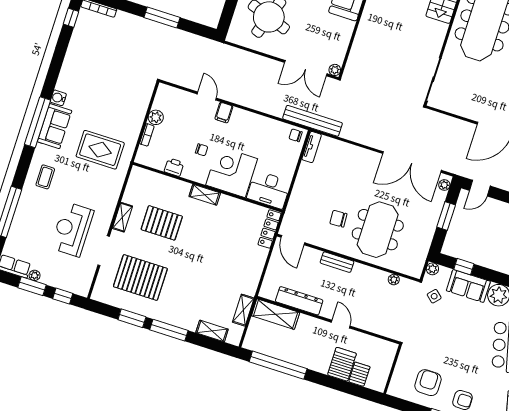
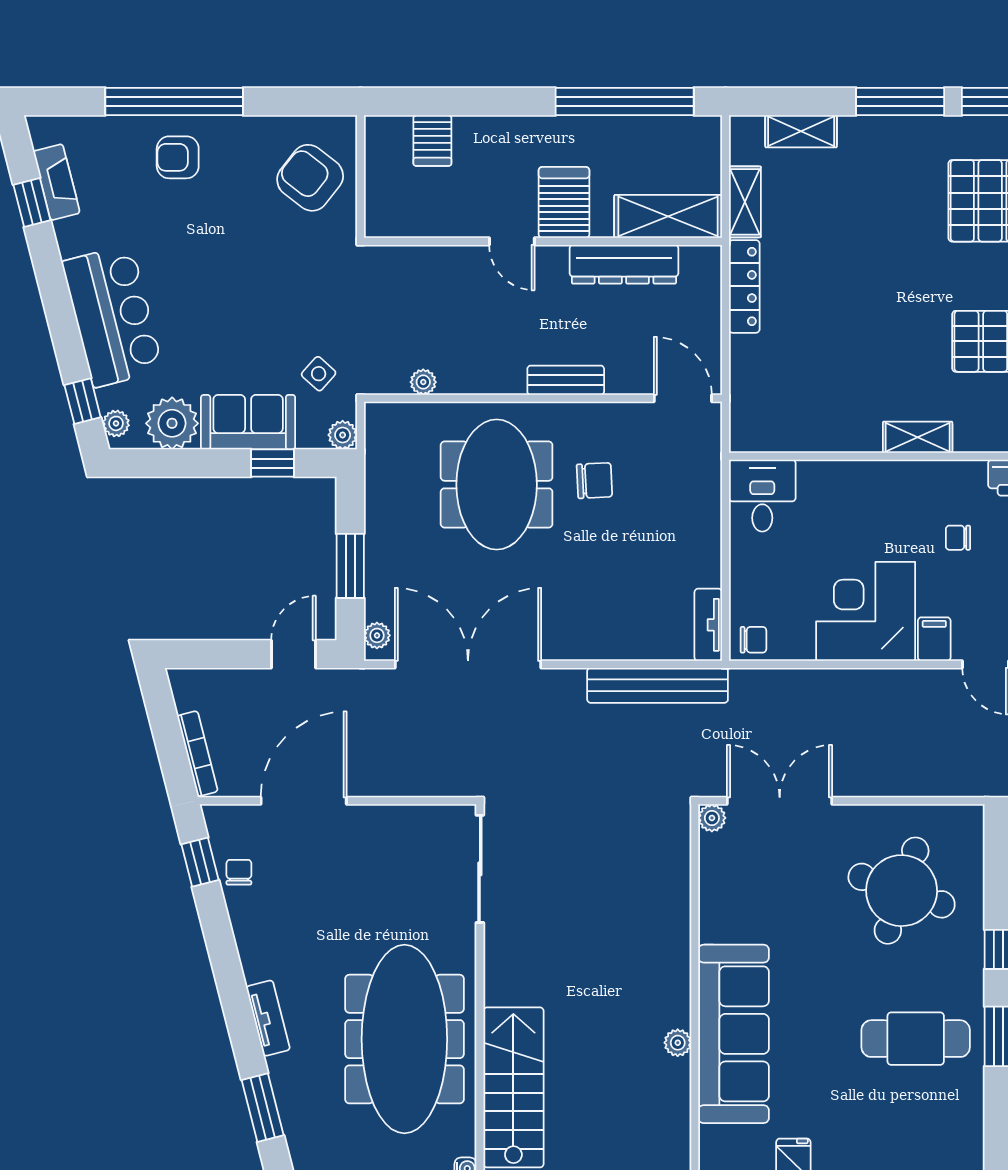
bench: (312, 121) -> (658, 685), moved
corner desk: (232, 172) -> (866, 611), moved, turned 180
desk: (269, 190) -> (762, 496), width x0.73
locker: (270, 229) -> (744, 286), moved
server rack: (342, 364) -> (564, 202), moved, turned 180
armchair: (428, 383) -> (310, 178), moved, turned 128

